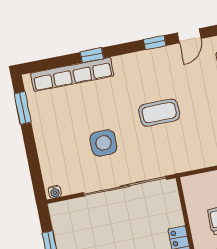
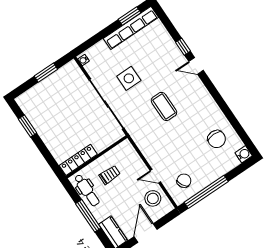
door: (189, 36) -> (196, 66), moved
window: (155, 43) -> (209, 84), removed
row of seats: (72, 74) -> (131, 28), moved, turned -90

